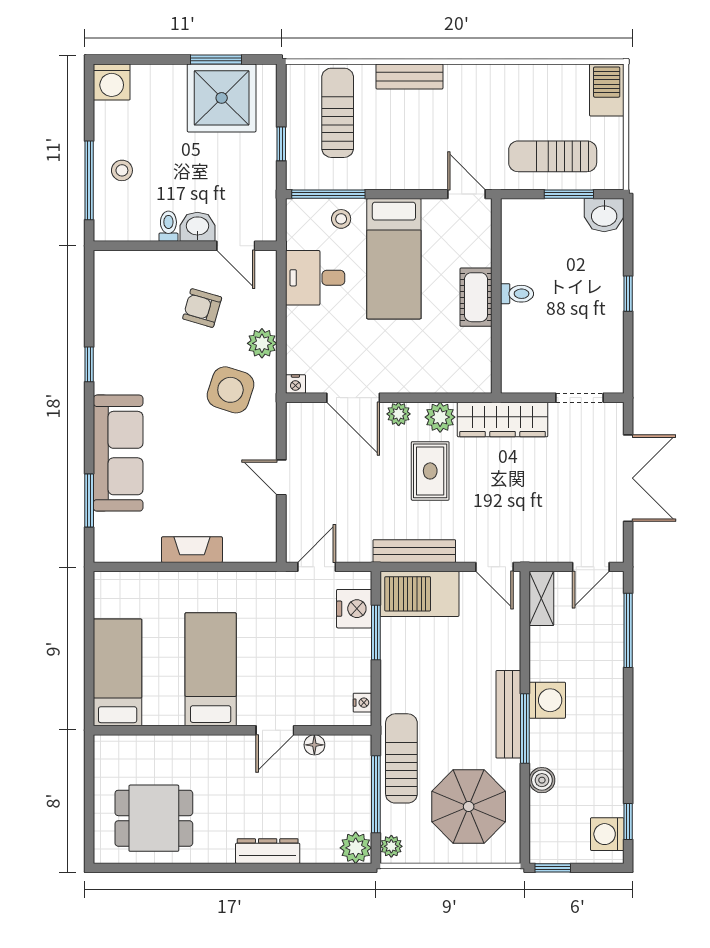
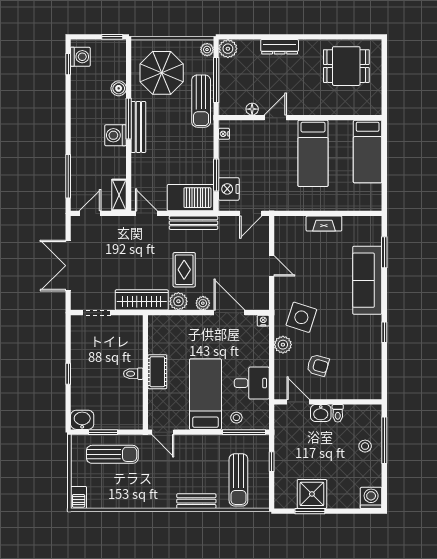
barbecue: (607, 90) -> (79, 497), width x0.73, depth x0.79
shower: (222, 98) -> (312, 494), width x0.73, depth x0.73

